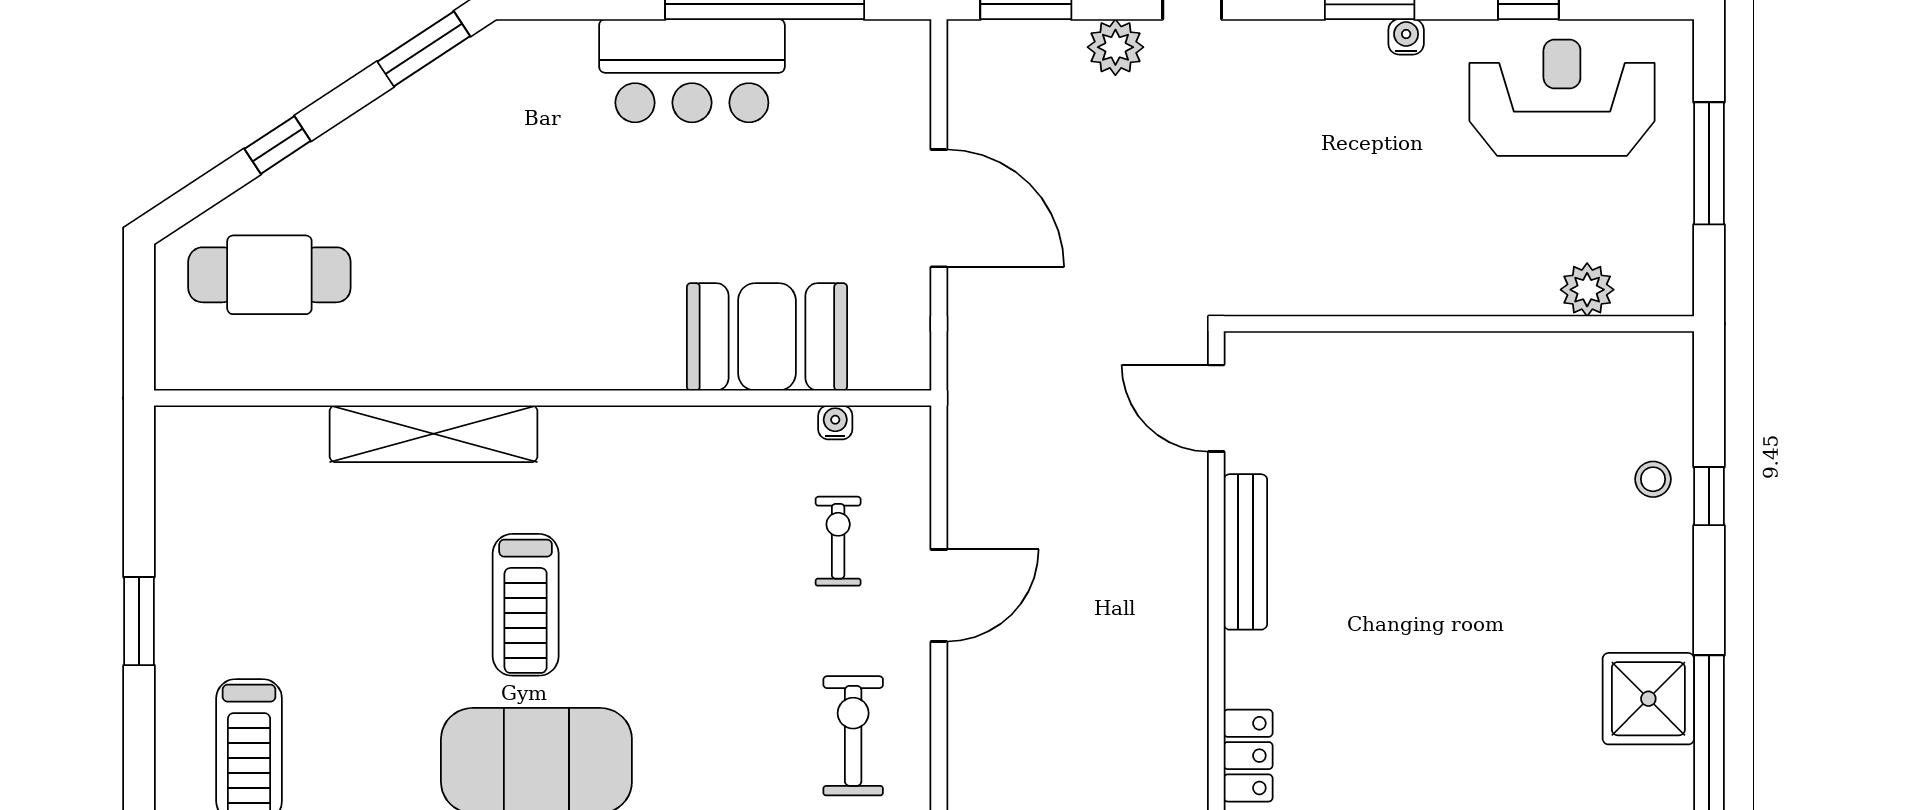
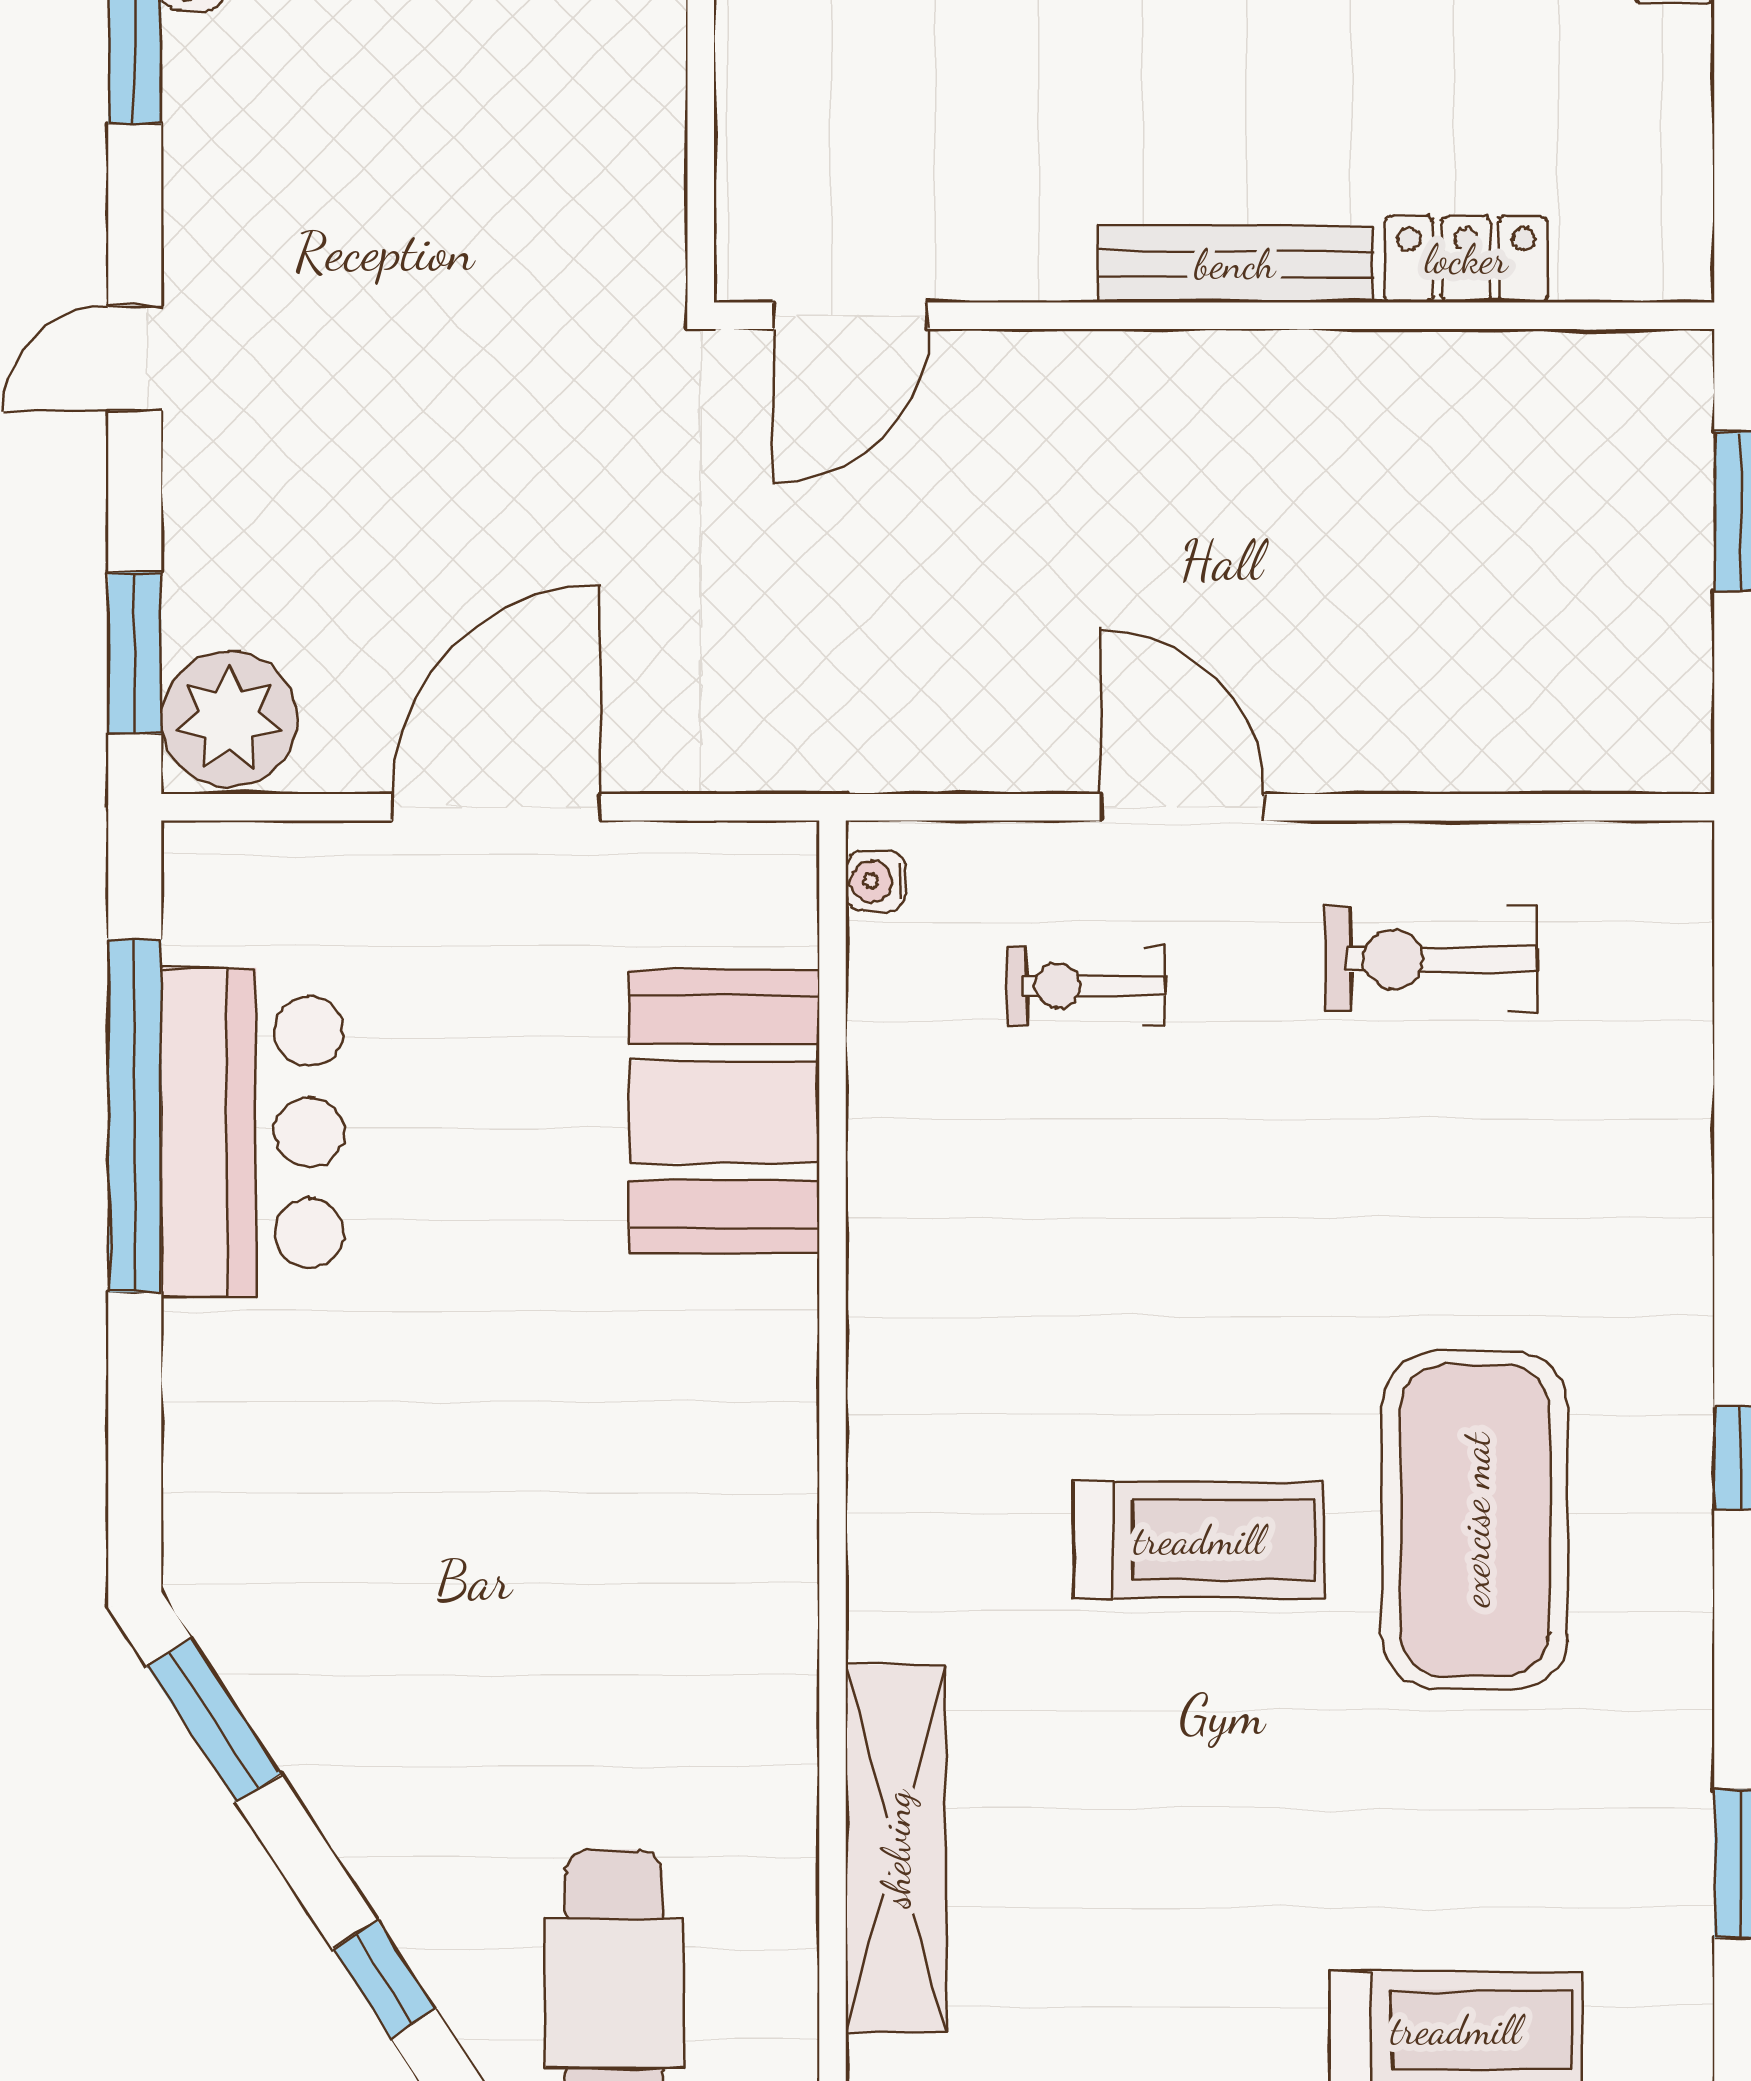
plant: (1115, 47) -> (229, 719), moved, width x1.36, depth x1.36
bar counter: (692, 71) -> (252, 1132), moved
water cooler: (835, 422) -> (876, 881), moved
shelving: (434, 434) -> (896, 1849), moved
bench: (1245, 552) -> (1235, 264), moved

